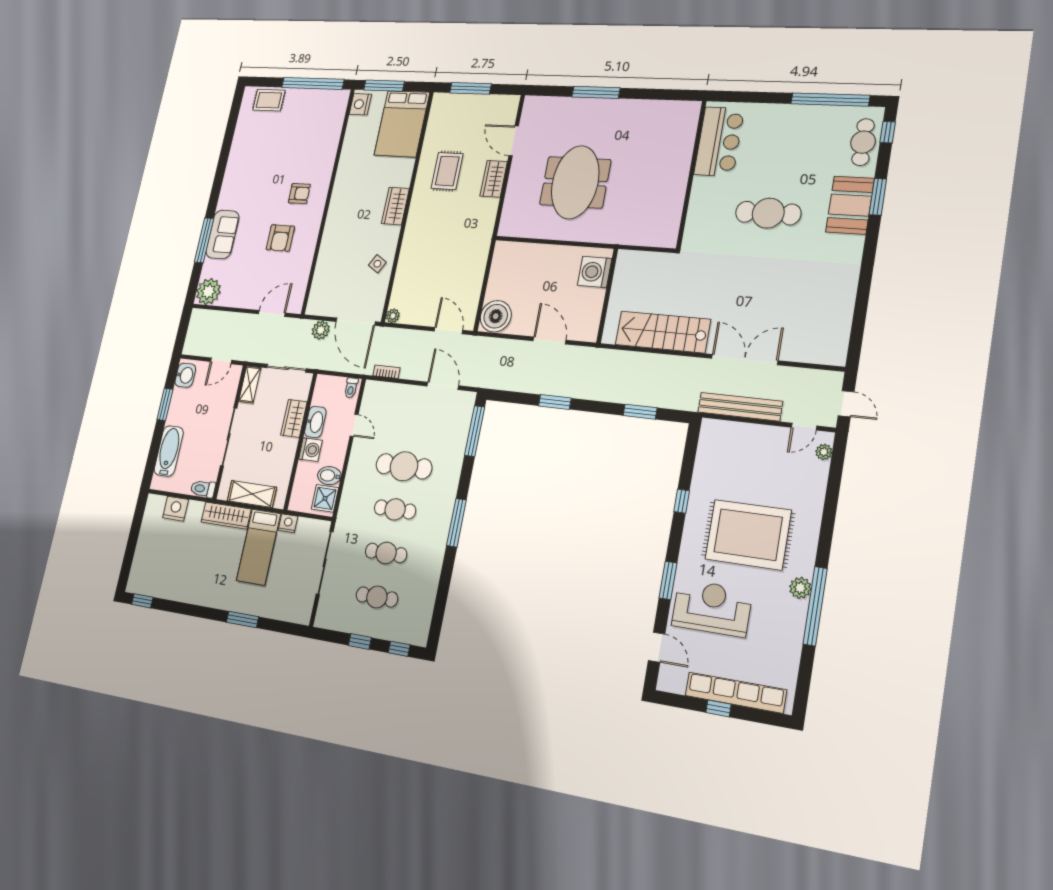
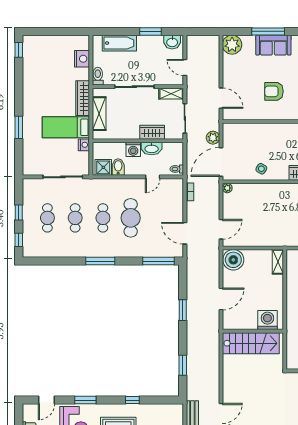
shelving: (512, 250) -> (278, 262), added
stairs: (663, 332) -> (251, 343), moved, turned 90
door: (443, 386) -> (185, 233), swing flipped

